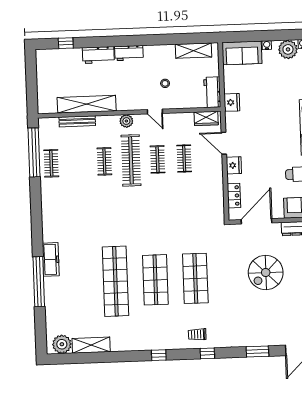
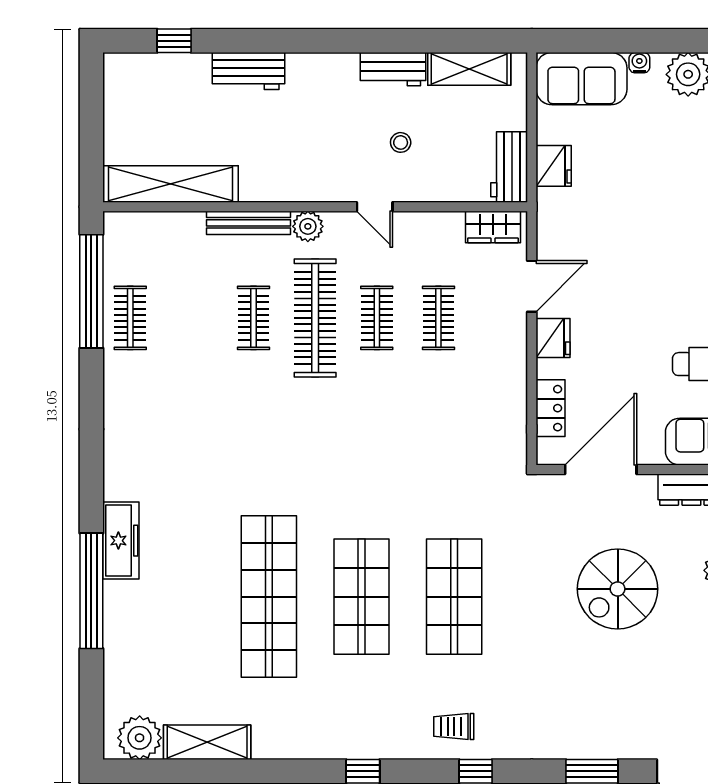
workbench: (129, 53) -> (393, 69), moved
fridge: (232, 102) -> (554, 166), moved
shelving: (87, 104) -> (171, 184), moved
bench: (77, 121) -> (248, 223), moved
door: (224, 143) -> (532, 286), swing flipped

